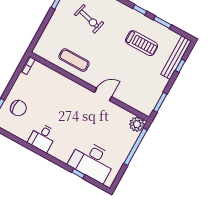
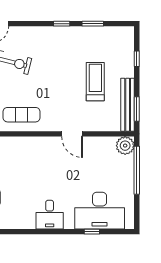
treadmill: (142, 43) -> (95, 82), moved, turned -90
bench: (176, 58) -> (128, 105), moved
door: (103, 94) -> (72, 134), swing flipped
desk: (42, 138) -> (50, 215), moved

